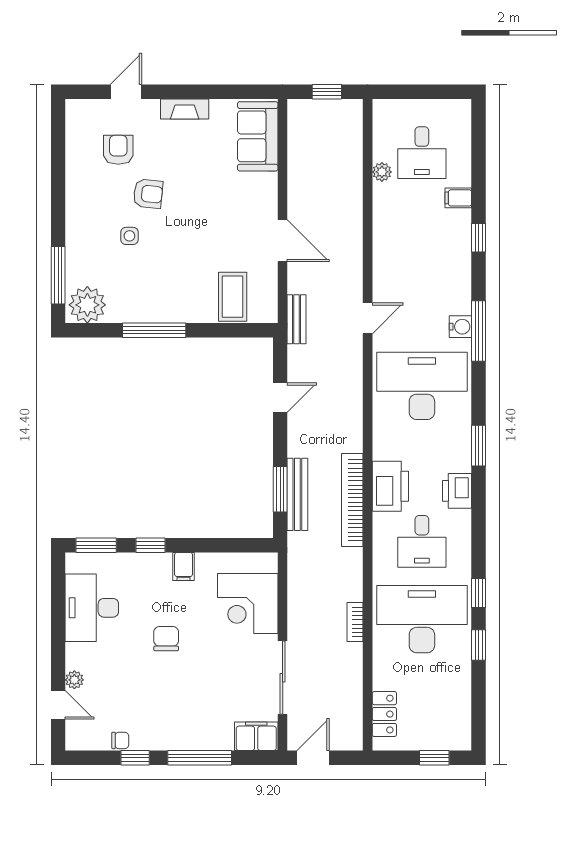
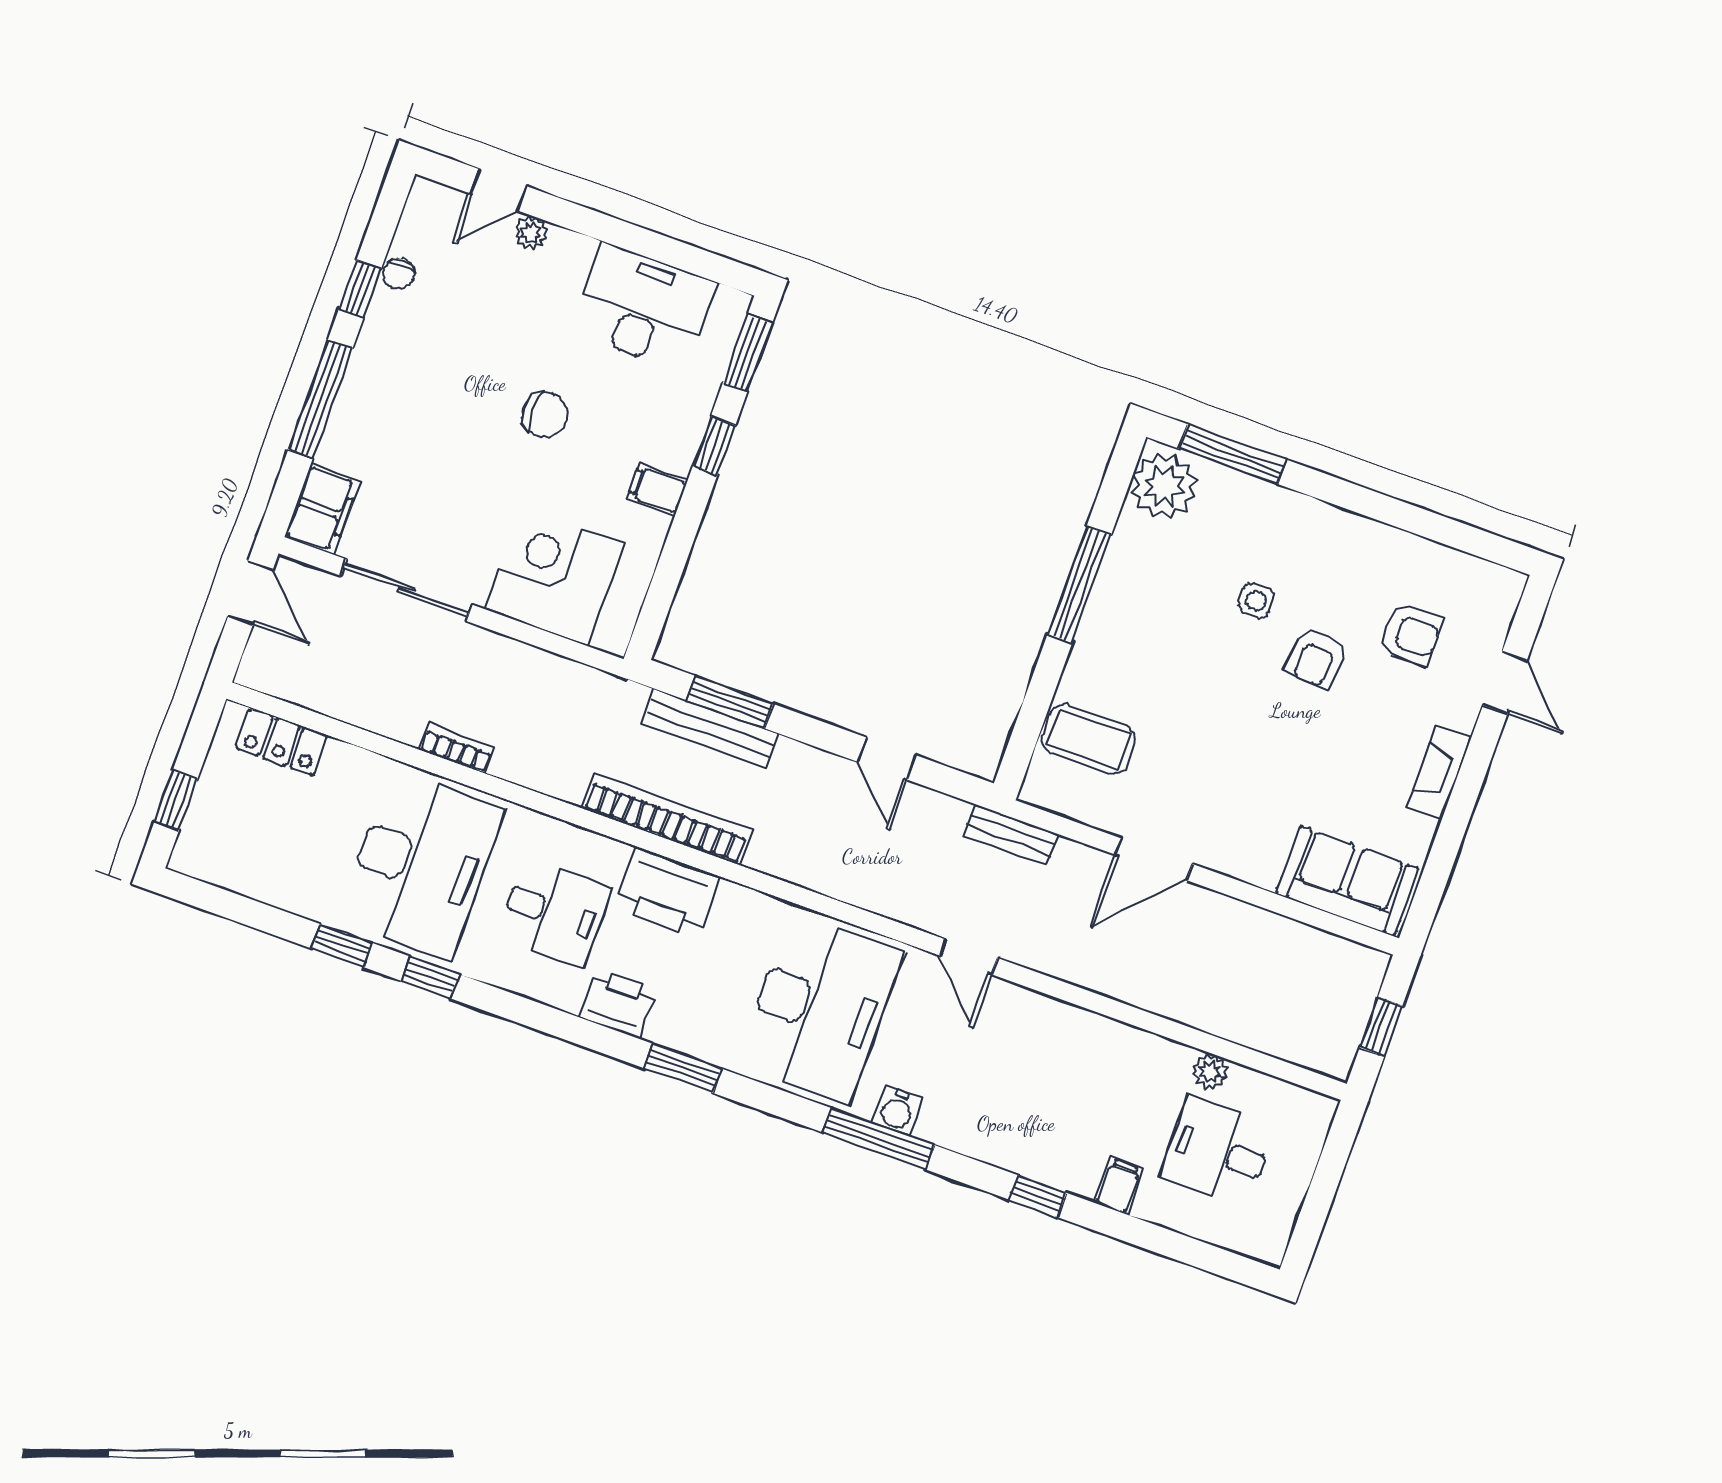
desk: (422, 541) -> (554, 912), turned 180

